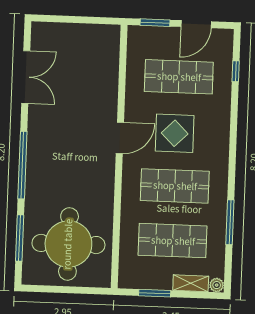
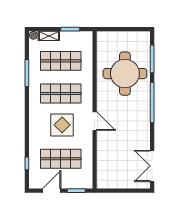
double door: (26, 77) -> (152, 166), moved
door: (120, 138) -> (95, 121), swing flipped
round table: (68, 244) -> (125, 74), moved

